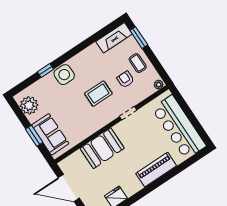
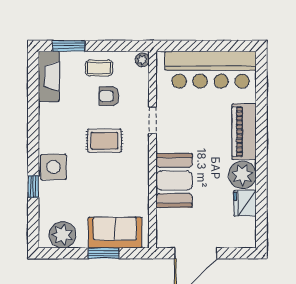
rug: (98, 94) -> (104, 141), turned 90
plant: (131, 185) -> (242, 175), added

